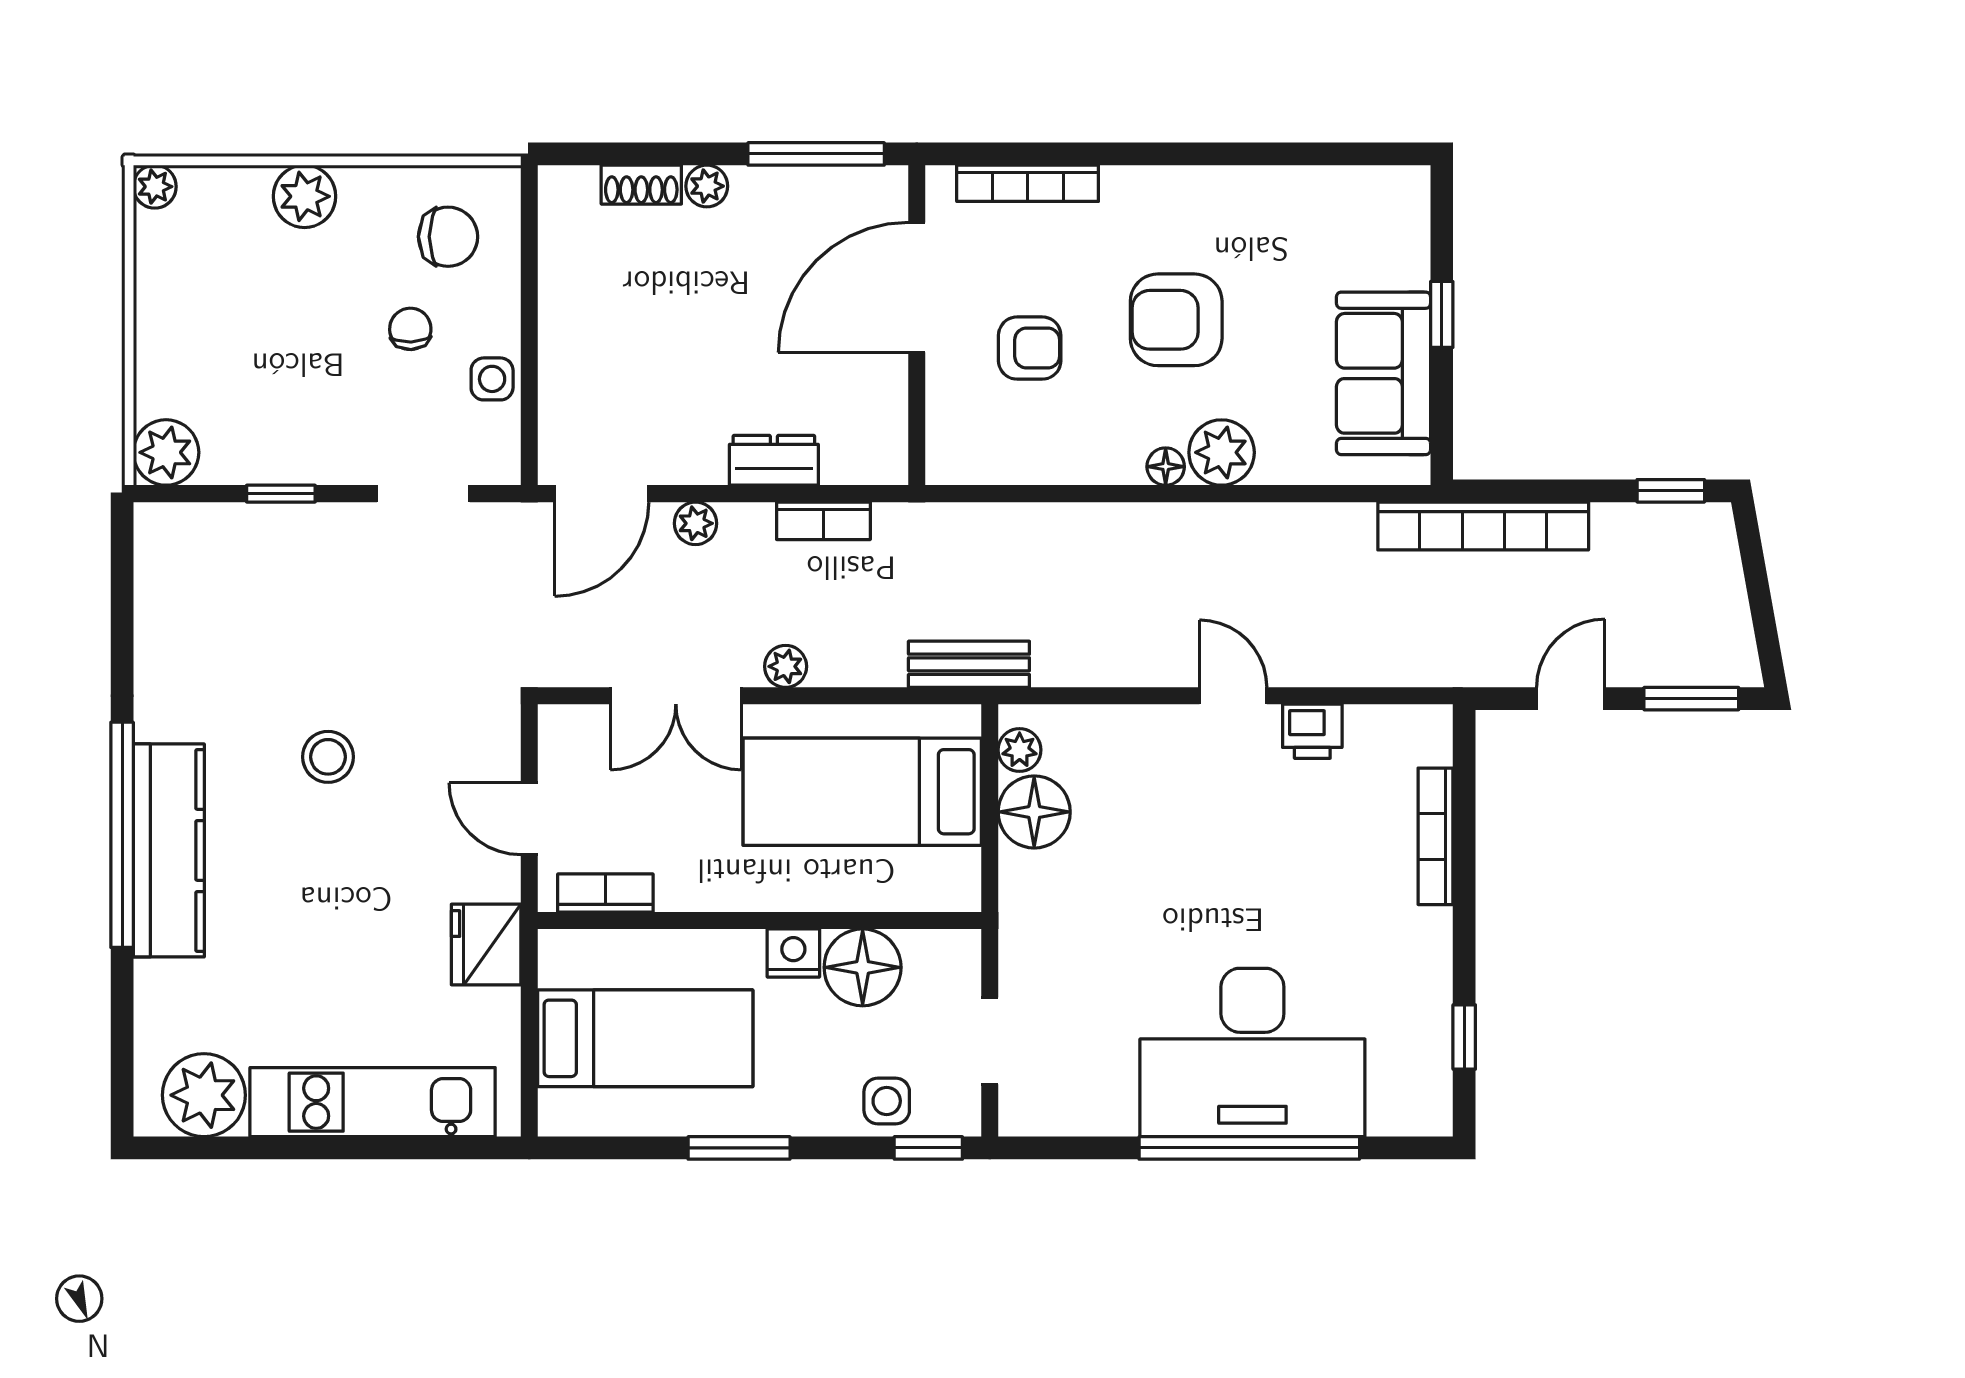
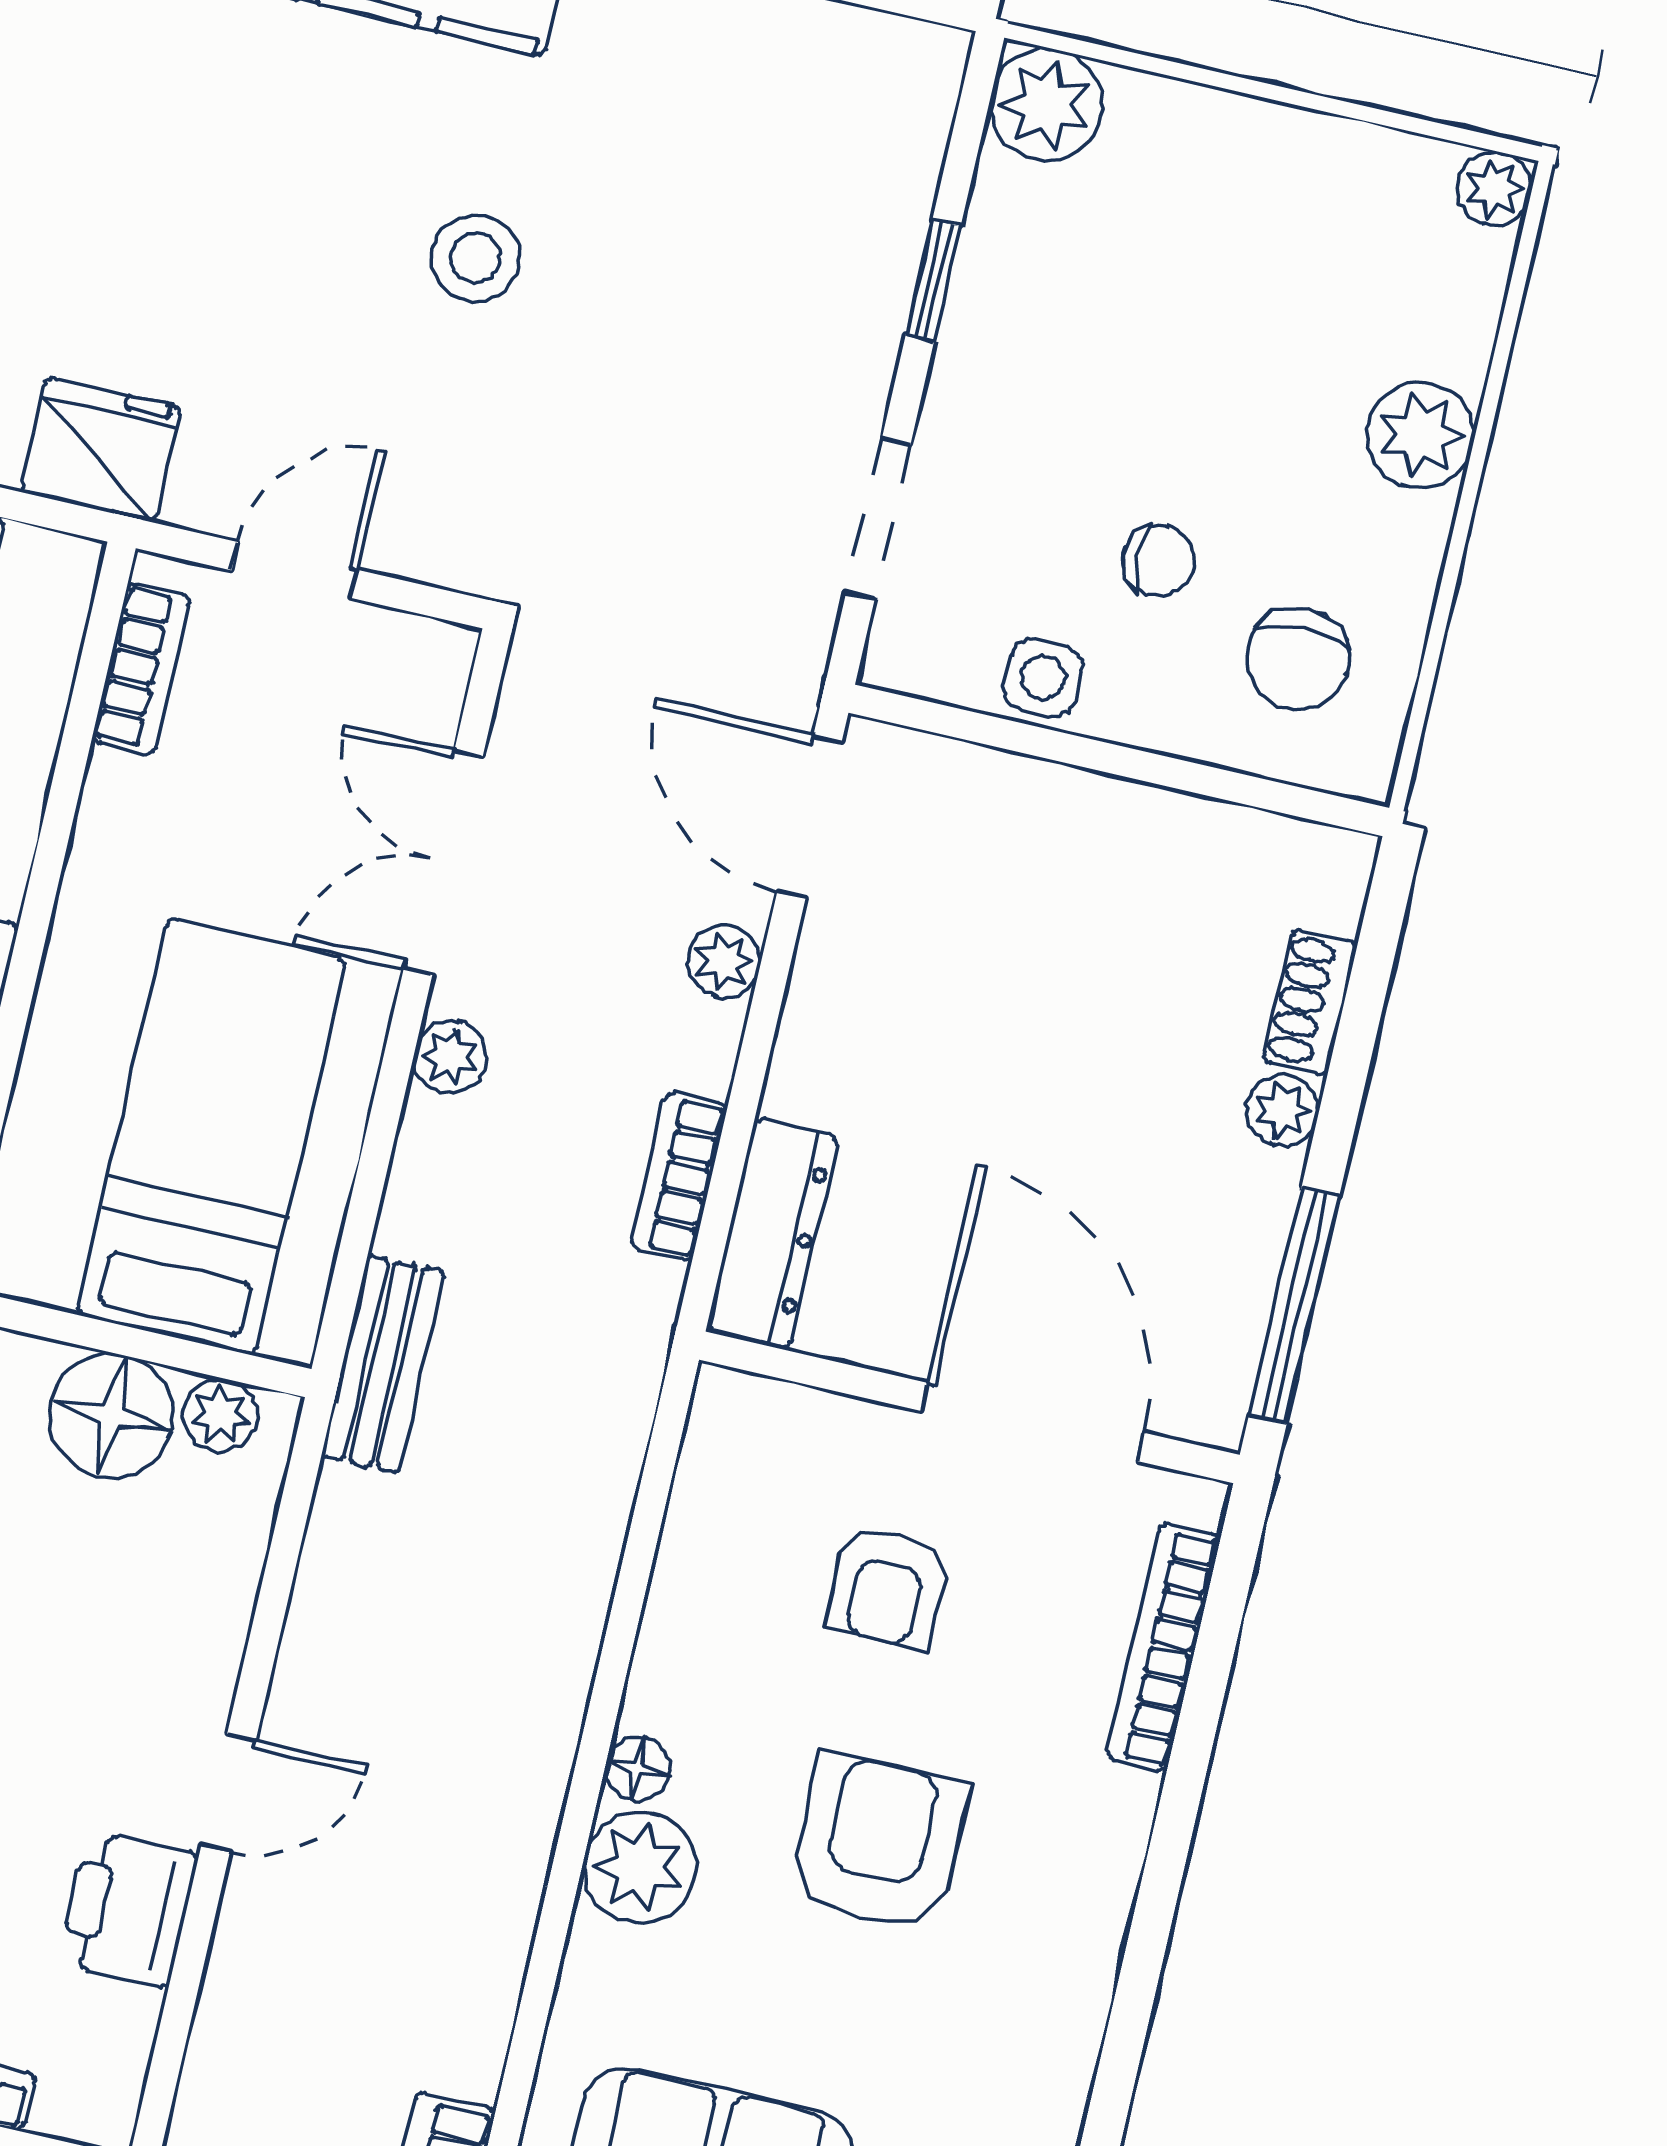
dresser: (774, 460) -> (772, 1233), moved, width x1.44
printer: (1312, 731) -> (128, 1909), width x1.36, depth x1.24

